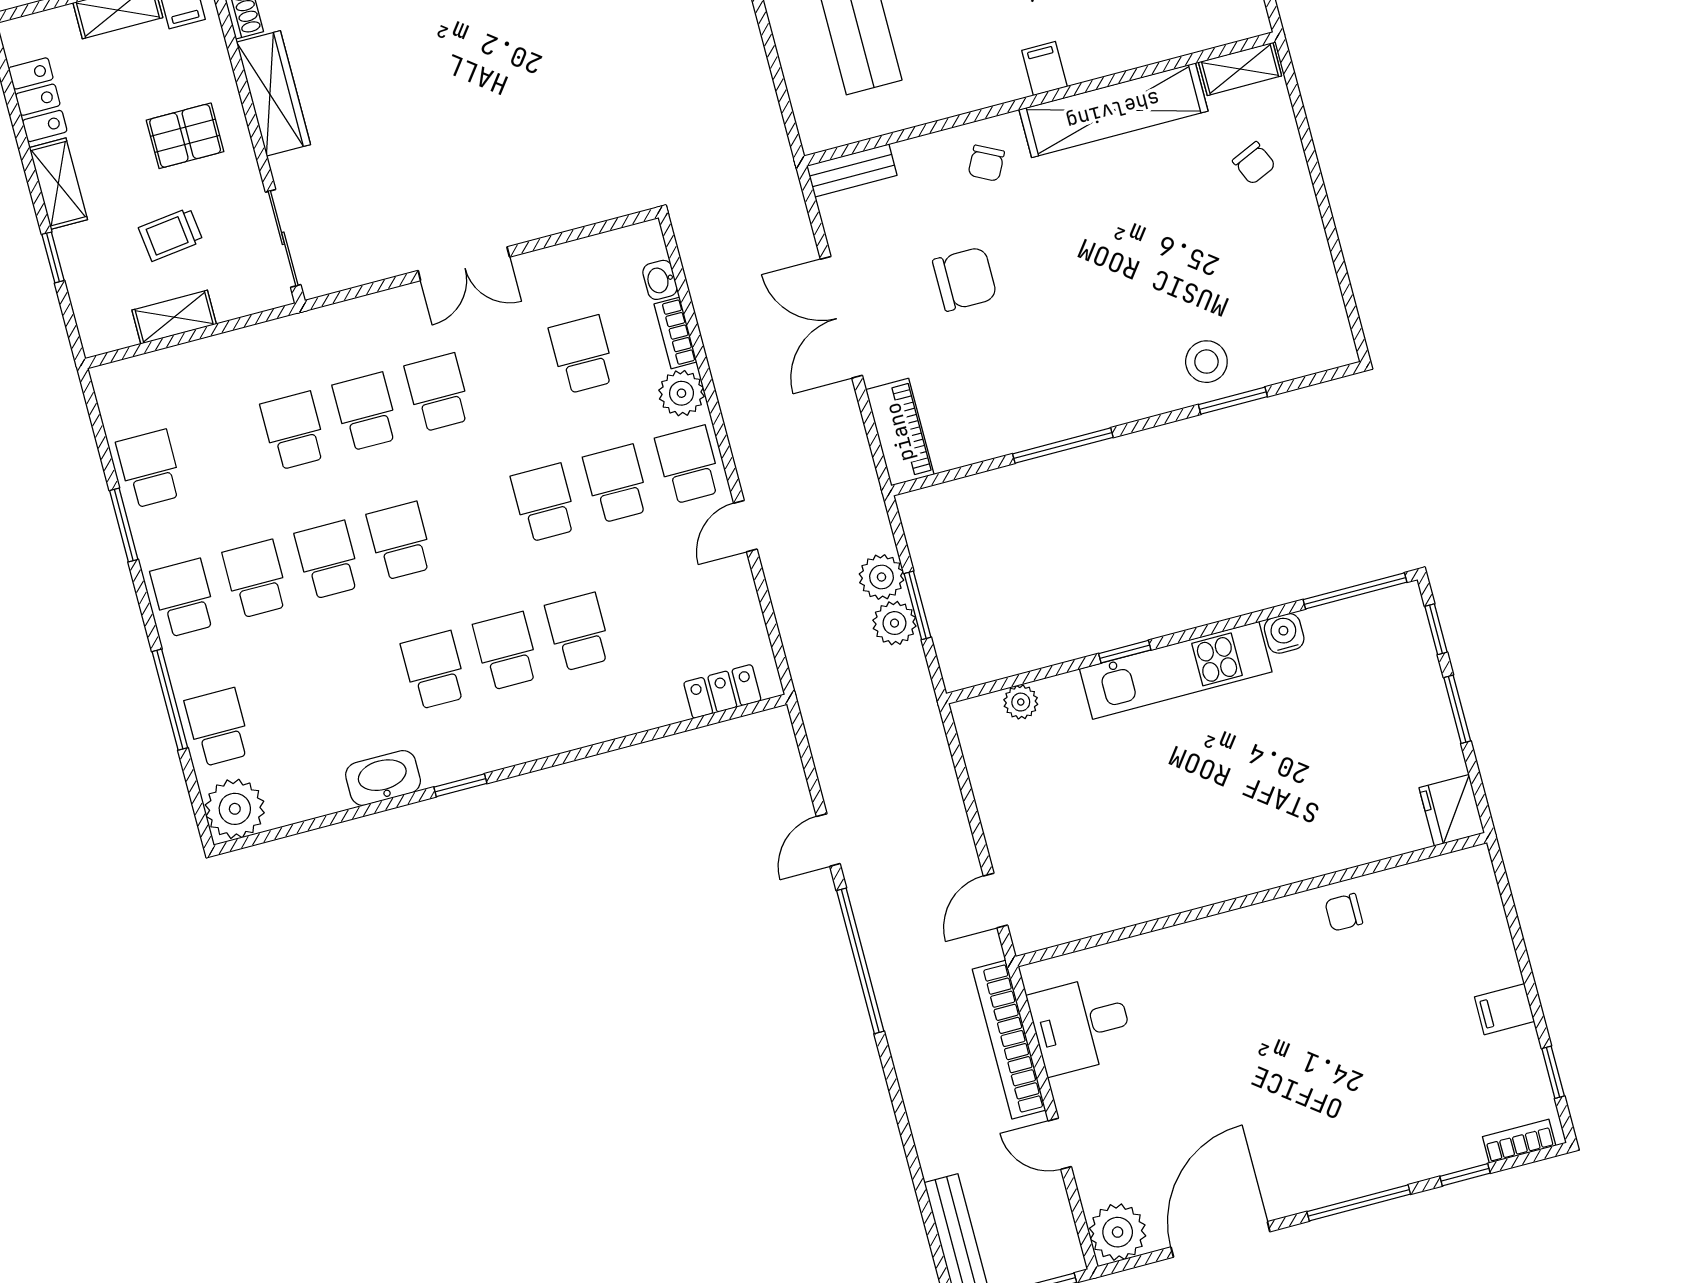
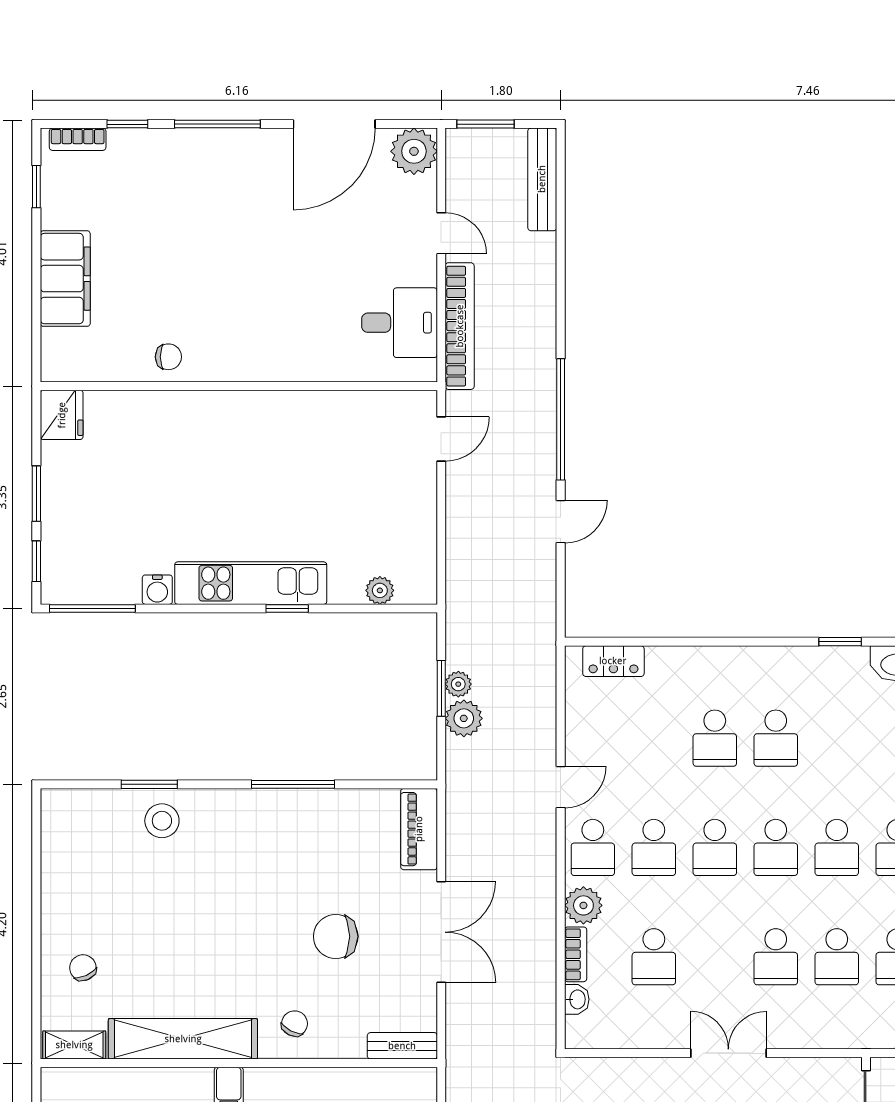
plant: (894, 623) -> (458, 684), width x0.73, depth x0.73
school desk: (434, 670) -> (776, 847), moved
filing cabinet: (1504, 1009) -> (65, 279), width x3.00, depth x1.17

